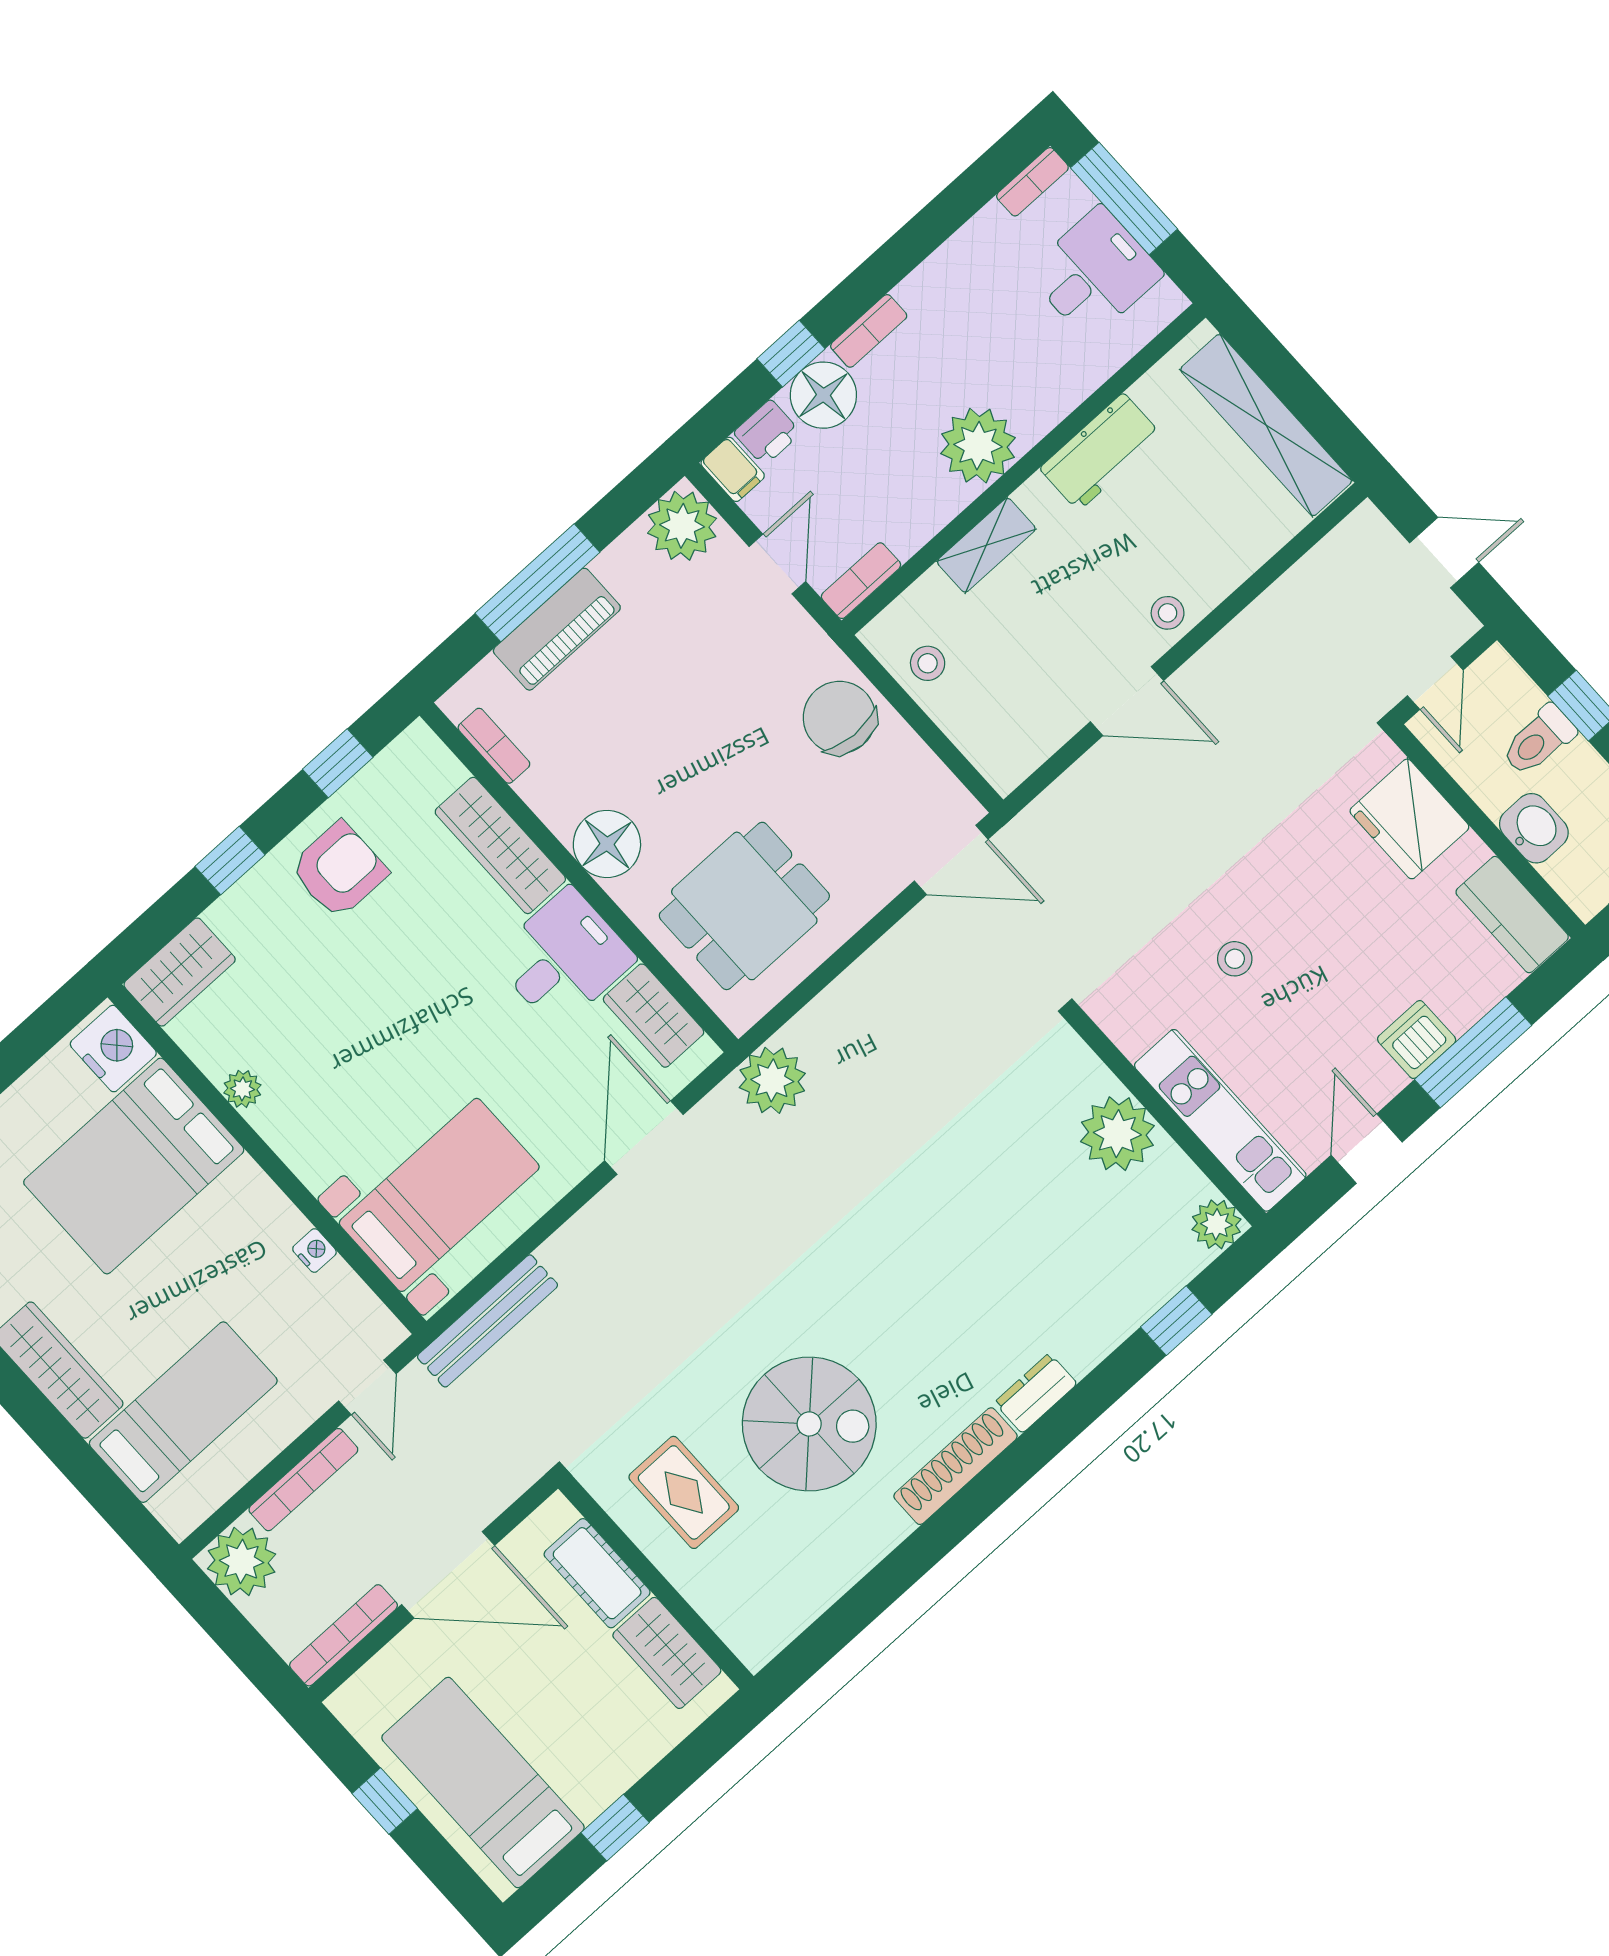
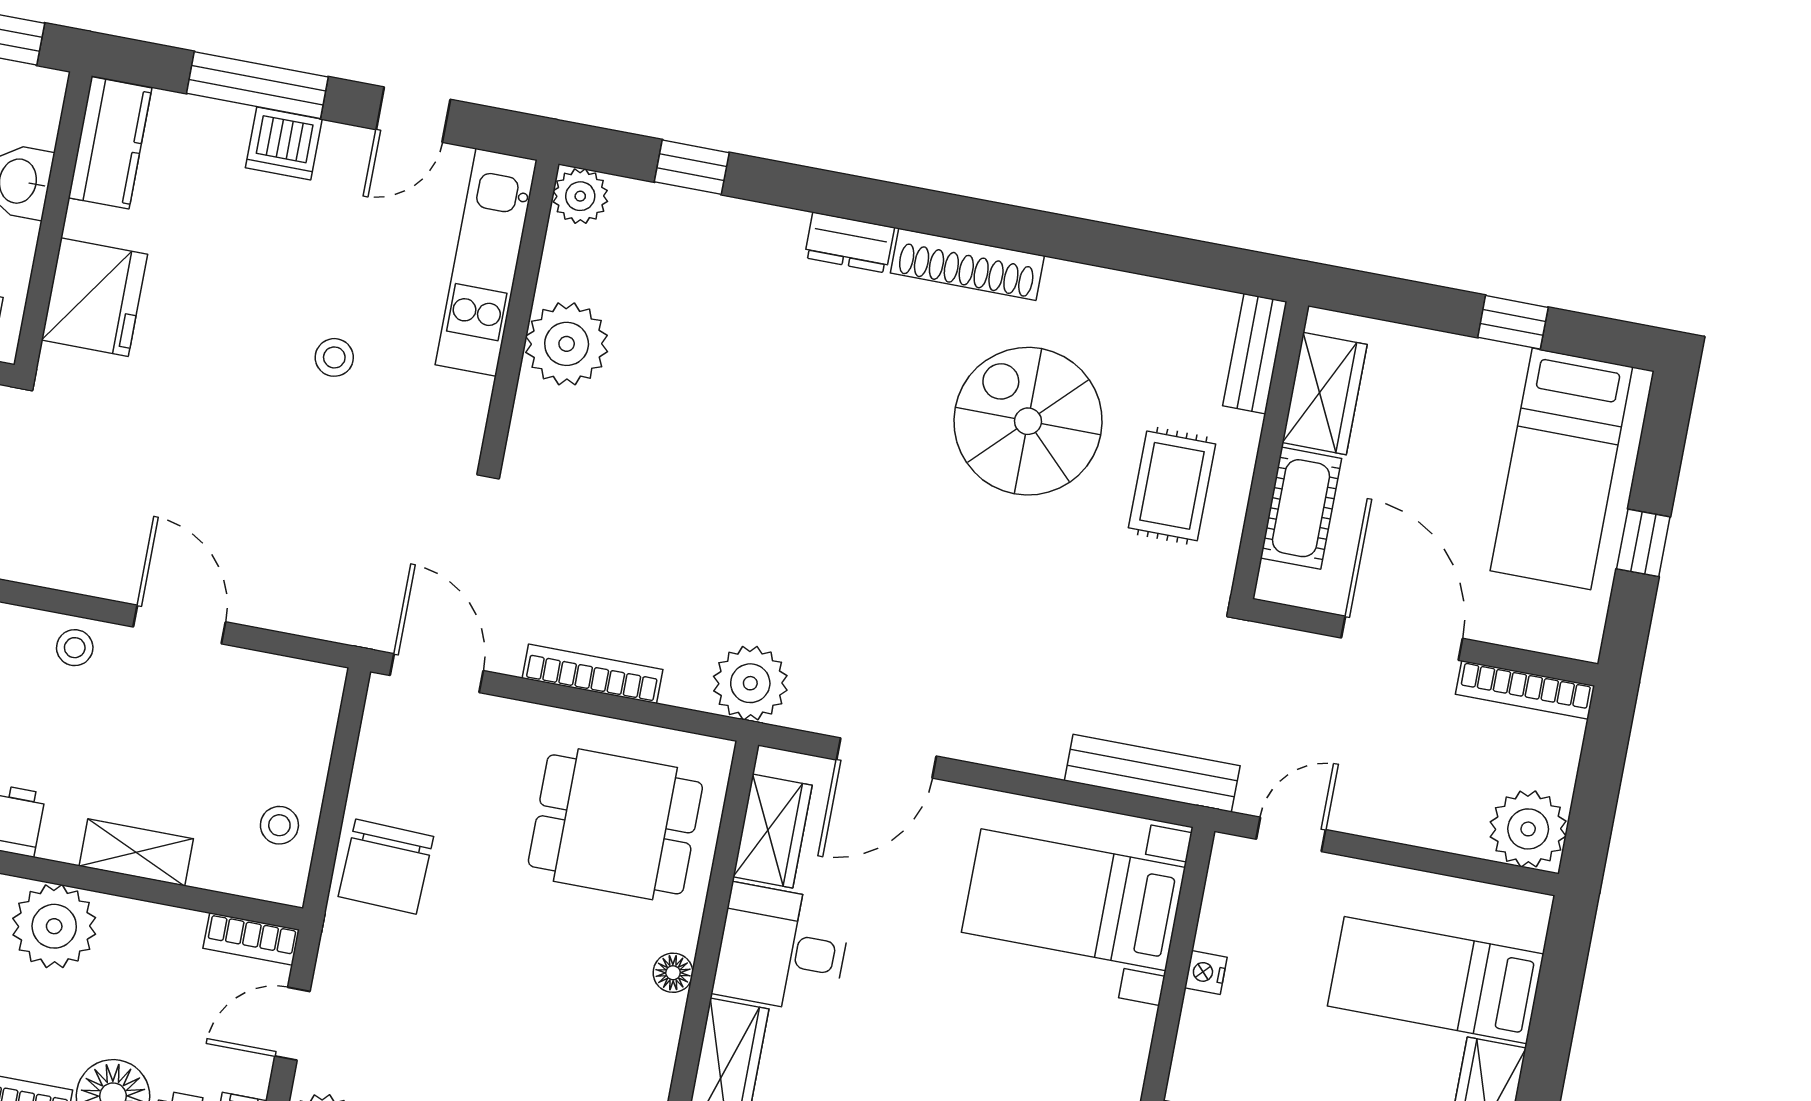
floor lamp: (607, 844) -> (673, 973), width x0.53, depth x0.53
bookcase: (303, 1480) -> (593, 674), moved
bench: (734, 1625) -> (1255, 354), added

